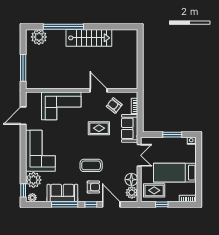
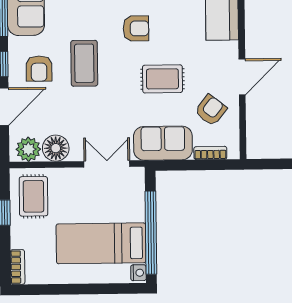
rug: (99, 128) -> (162, 79), turned 90
window: (172, 135) -> (151, 233), width x2.11
armchair: (75, 141) -> (136, 28), added
double door: (139, 155) -> (107, 164), swing flipped
bed: (175, 173) -> (101, 243), moved, turned -90

